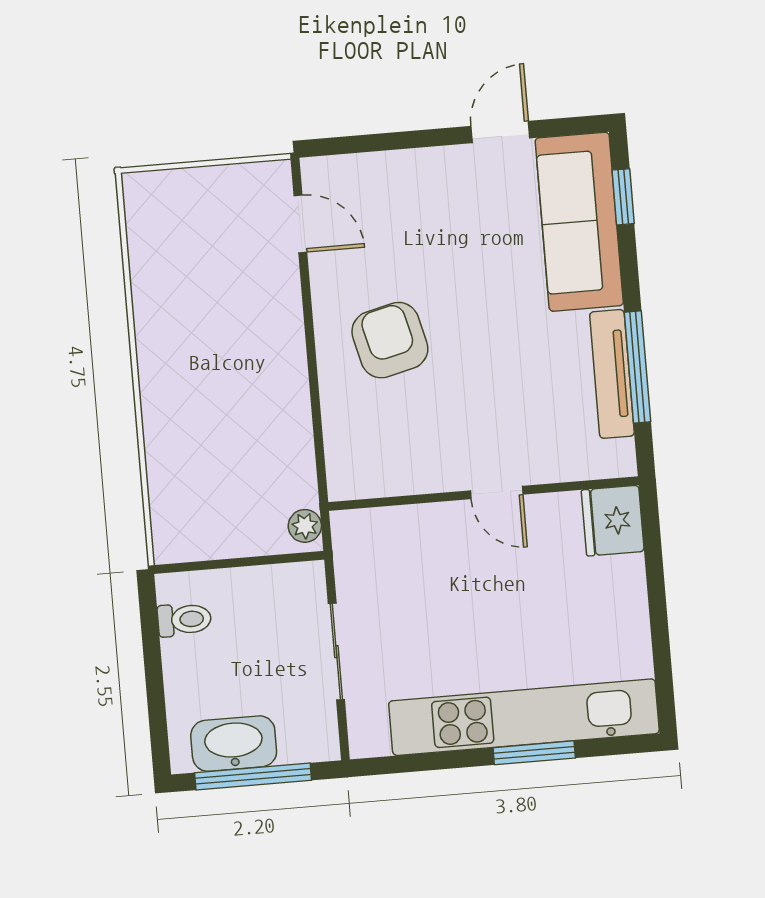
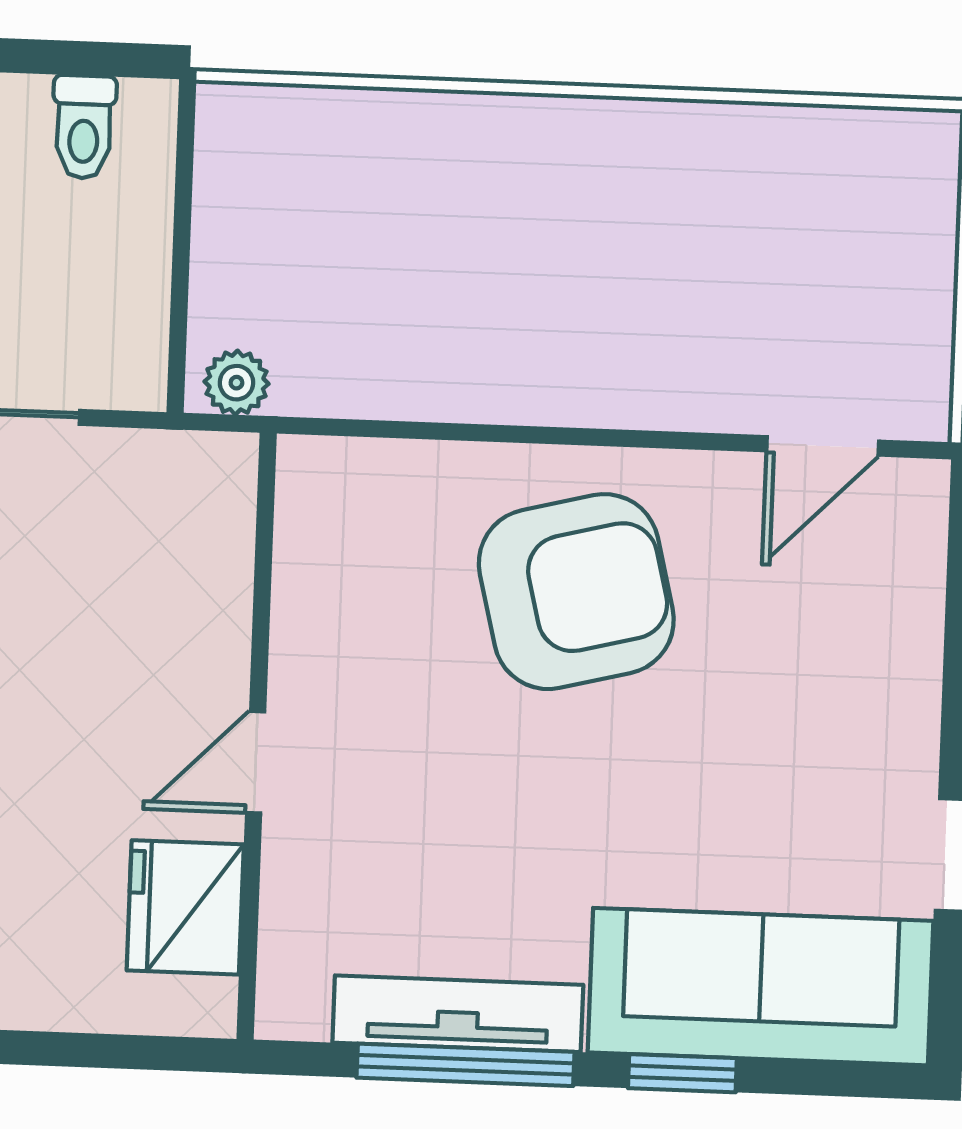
window: (623, 197) -> (682, 1073), moved
armchair: (390, 340) -> (576, 592), width x1.36, depth x1.36
fridge: (613, 521) -> (185, 907), moved, turned -90

